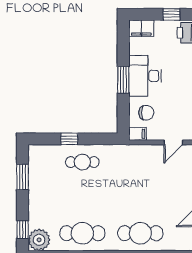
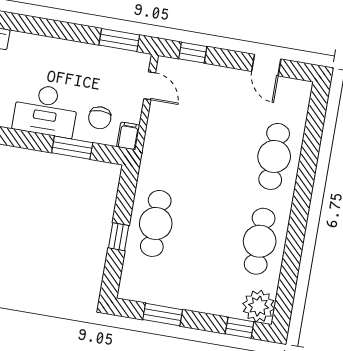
window: (123, 80) -> (72, 148), moved
chair: (146, 113) -> (100, 118), turned 180
cafe table: (82, 162) -> (156, 223), width x1.37, depth x1.35

